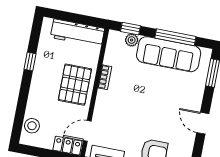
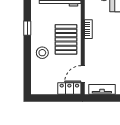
stool: (32, 126) -> (42, 53), moved

